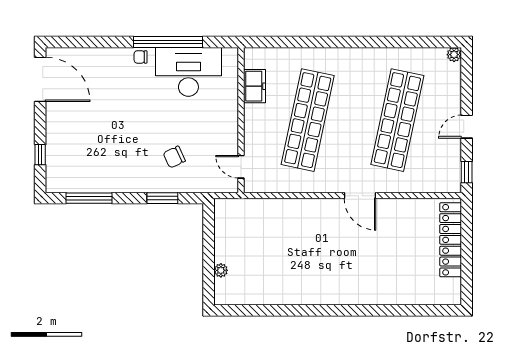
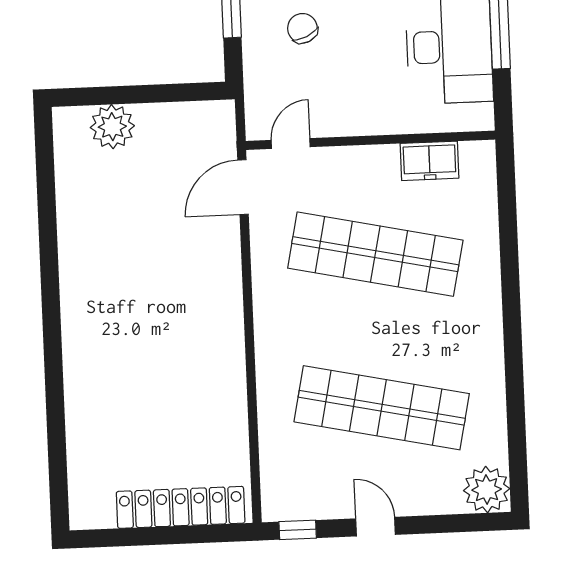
plant: (454, 55) -> (487, 490), width x1.88, depth x1.88
door: (360, 196) -> (243, 187), moved
plant: (221, 270) -> (112, 127), width x1.88, depth x1.88

